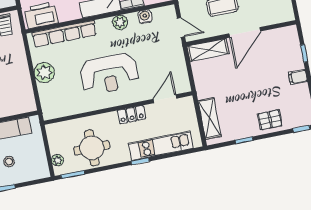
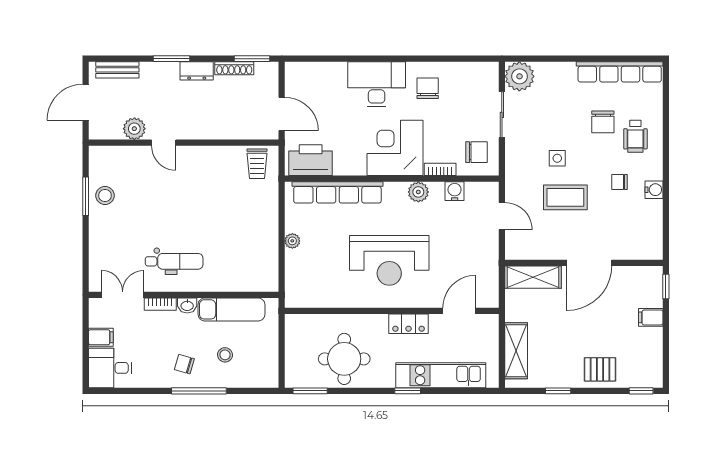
door: (245, 32) -> (589, 263), moved
wall: (241, 33) -> (584, 263), moved
shelving: (208, 50) -> (533, 277), moved
plant: (44, 73) -> (292, 241), width x0.53, depth x0.53
plant: (58, 160) -> (293, 366), removed

